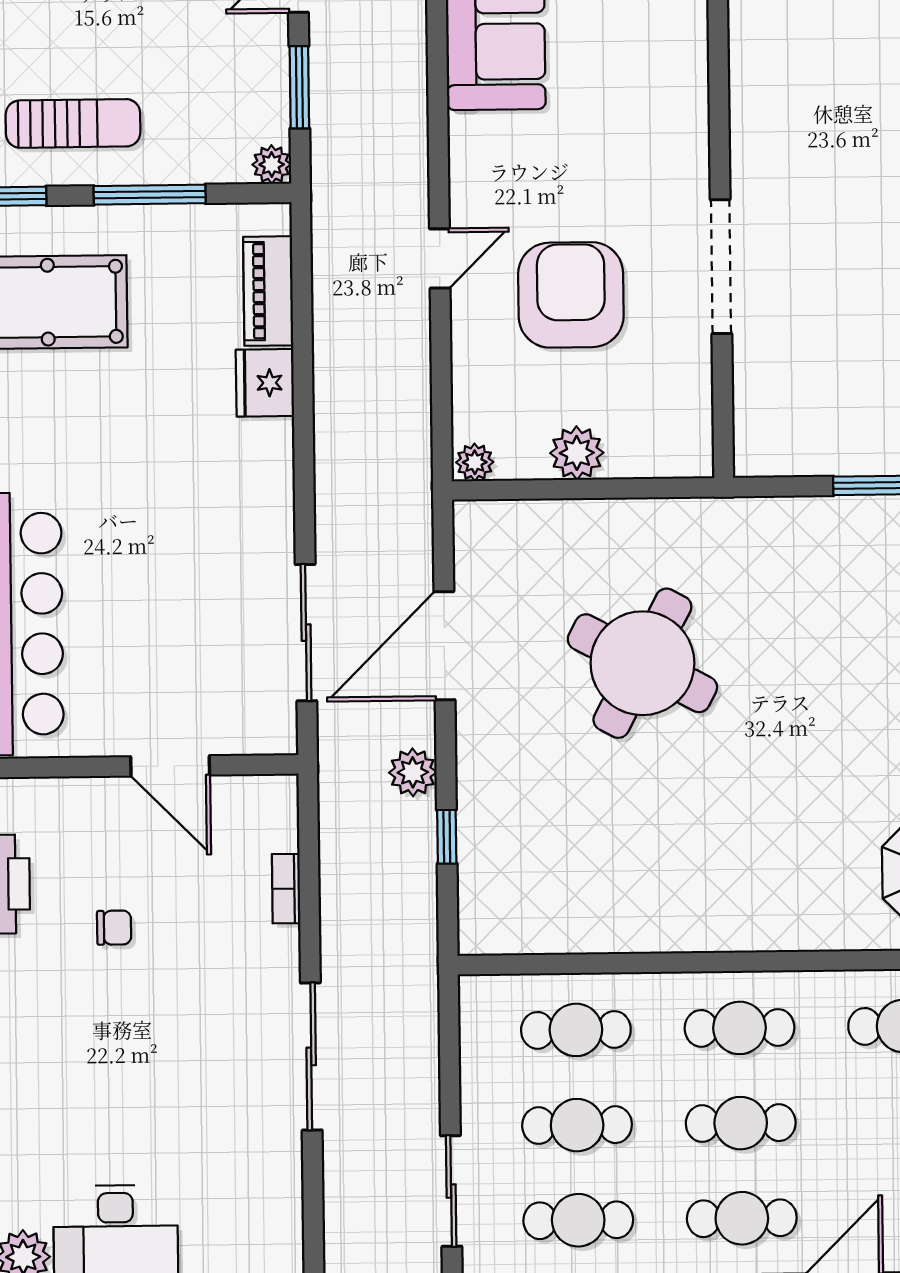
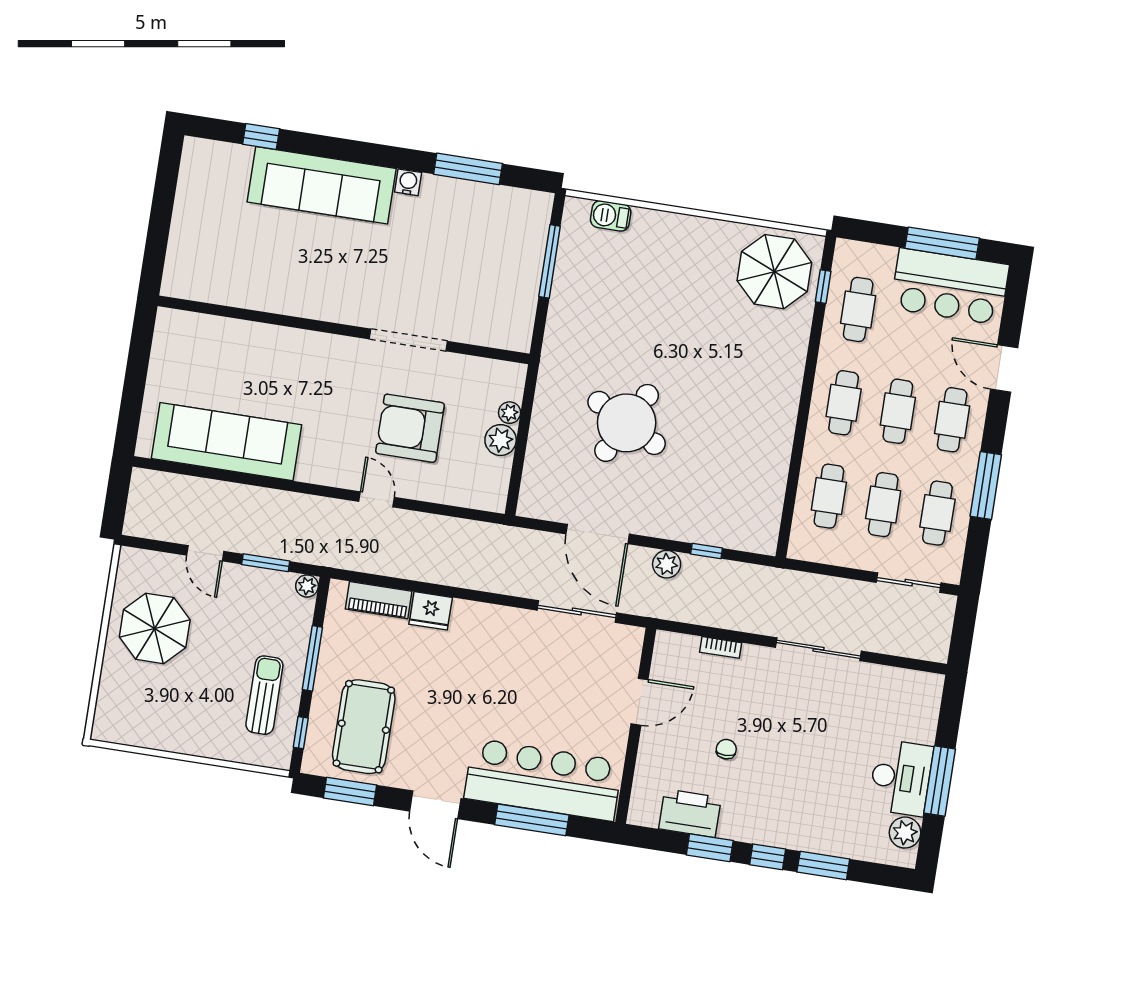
plant: (475, 462) -> (510, 413), moved

